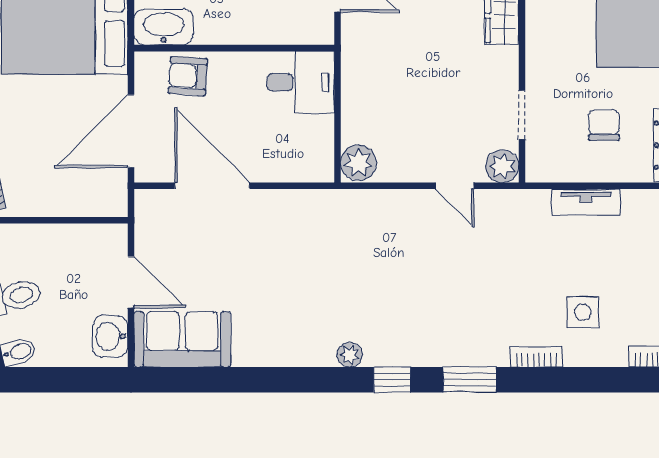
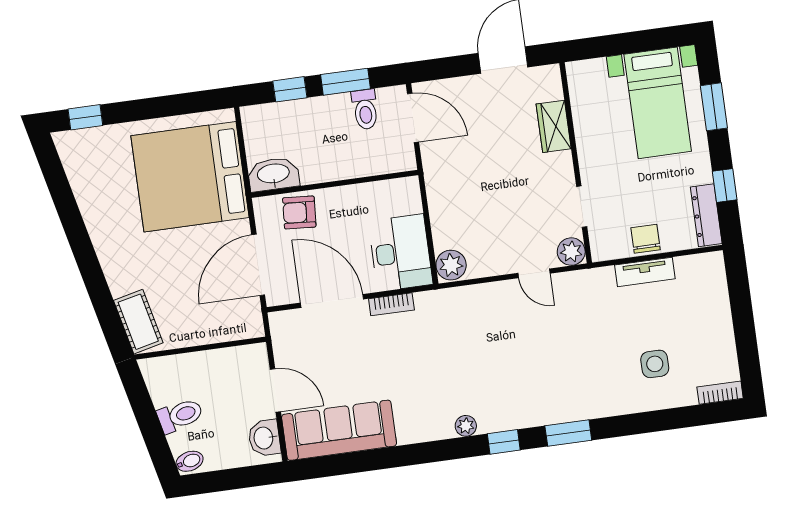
desk: (301, 82) -> (400, 253), moved, width x1.37
chair: (604, 125) -> (646, 239), moved
sofa: (182, 339) -> (339, 430), width x1.36
bookcase: (536, 357) -> (391, 304), moved, turned 180

